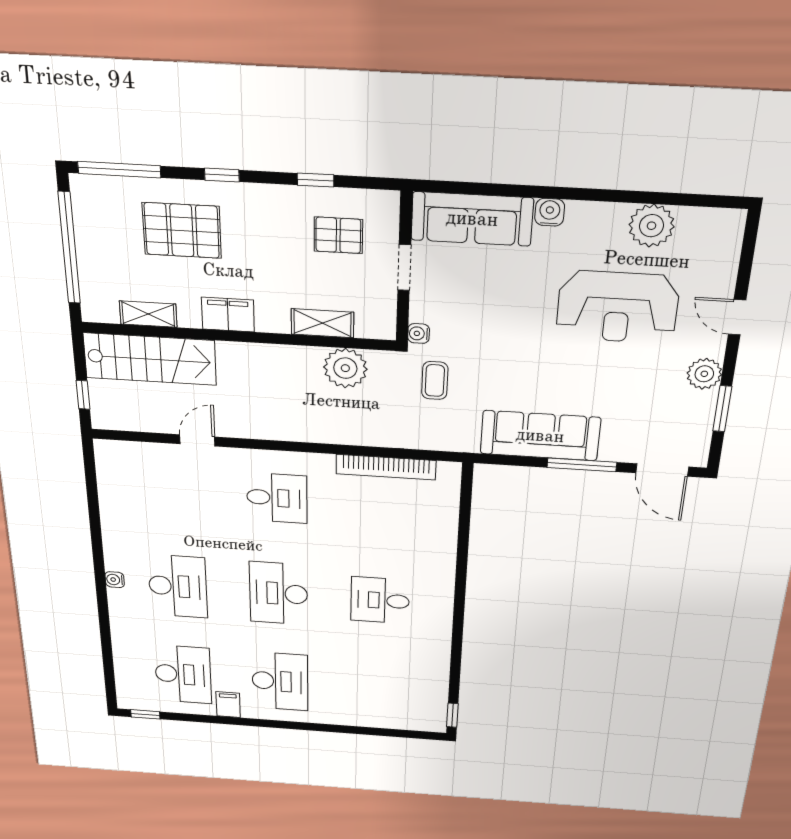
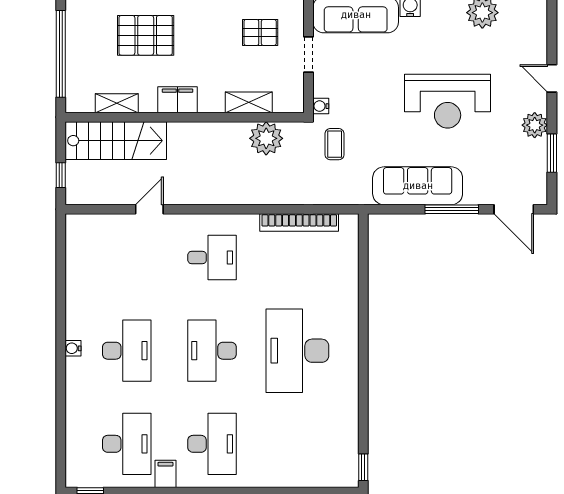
reception desk: (617, 307) -> (448, 101), moved
desk: (380, 600) -> (297, 351), width x1.87, depth x1.30

